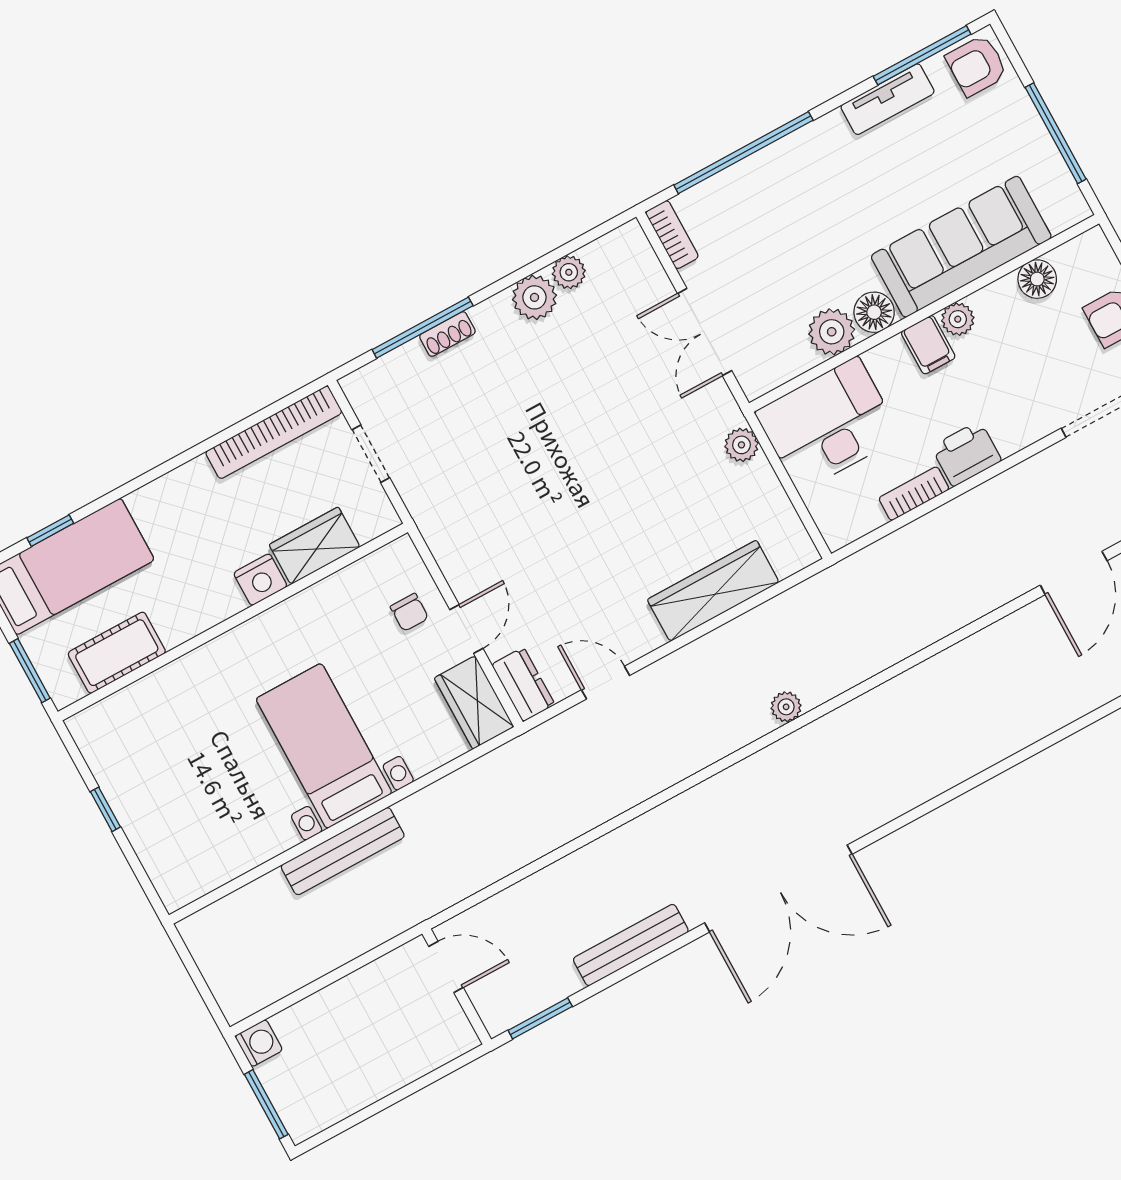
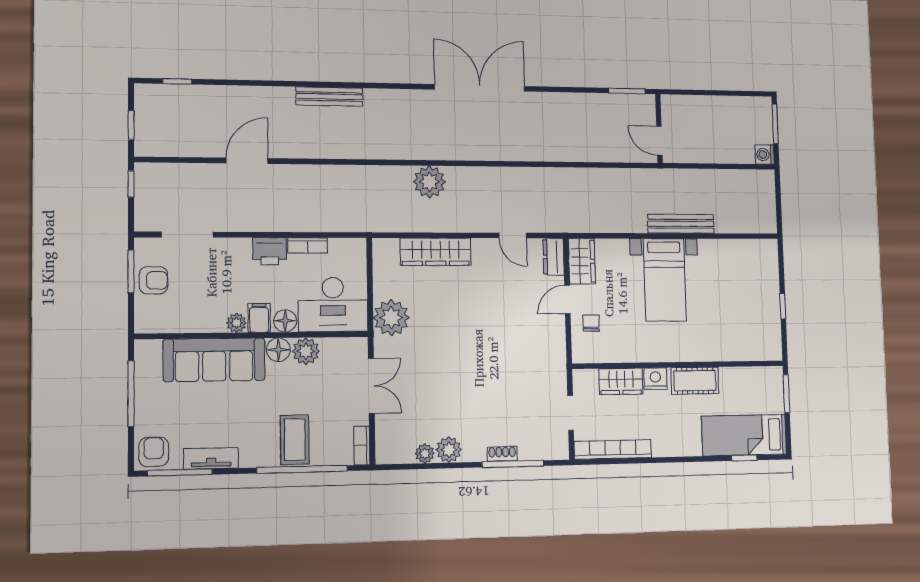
armchair: (977, 66) -> (154, 452), turned -90
coffee table: (778, 191) -> (295, 440), added
floor lamp: (1037, 279) -> (285, 321), moved
plant: (741, 445) -> (391, 318), width x1.88, depth x1.88
cot: (117, 653) -> (695, 381), moved
plant: (786, 707) -> (429, 182), width x1.87, depth x1.87
bench: (631, 945) -> (329, 97), moved

